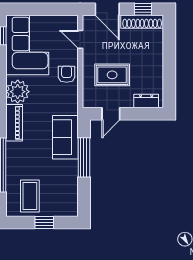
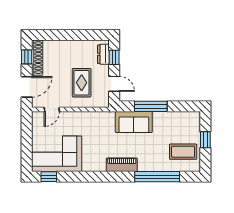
armchair: (67, 74) -> (81, 121), removed
plant: (18, 92) -> (96, 162), removed
window: (142, 114) -> (114, 57), added

